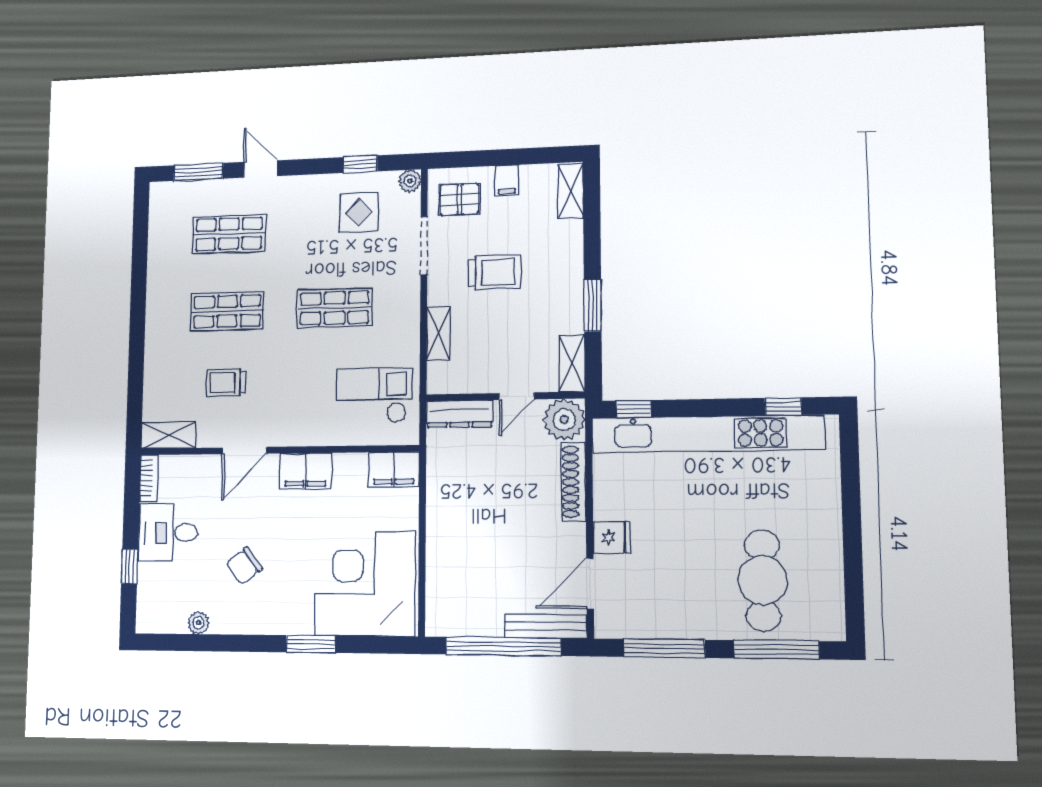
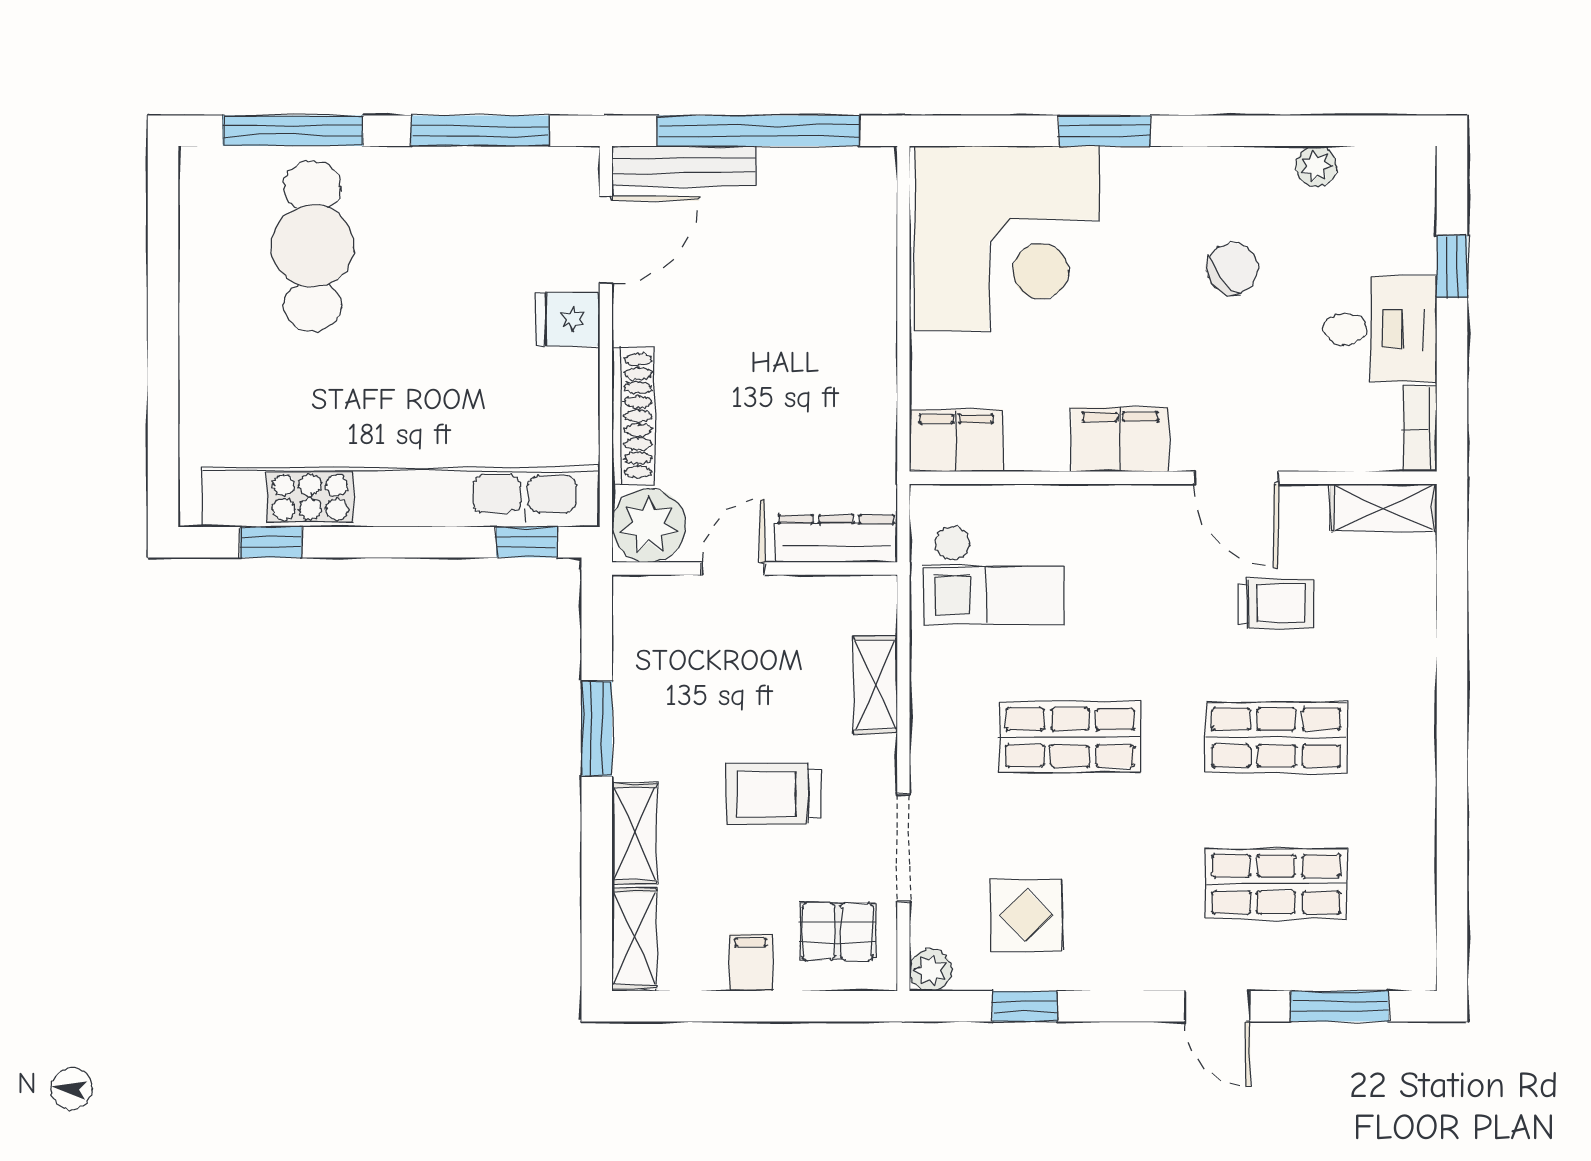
shelving: (572, 363) -> (635, 834), moved
door: (245, 451) -> (1236, 478), swing flipped

